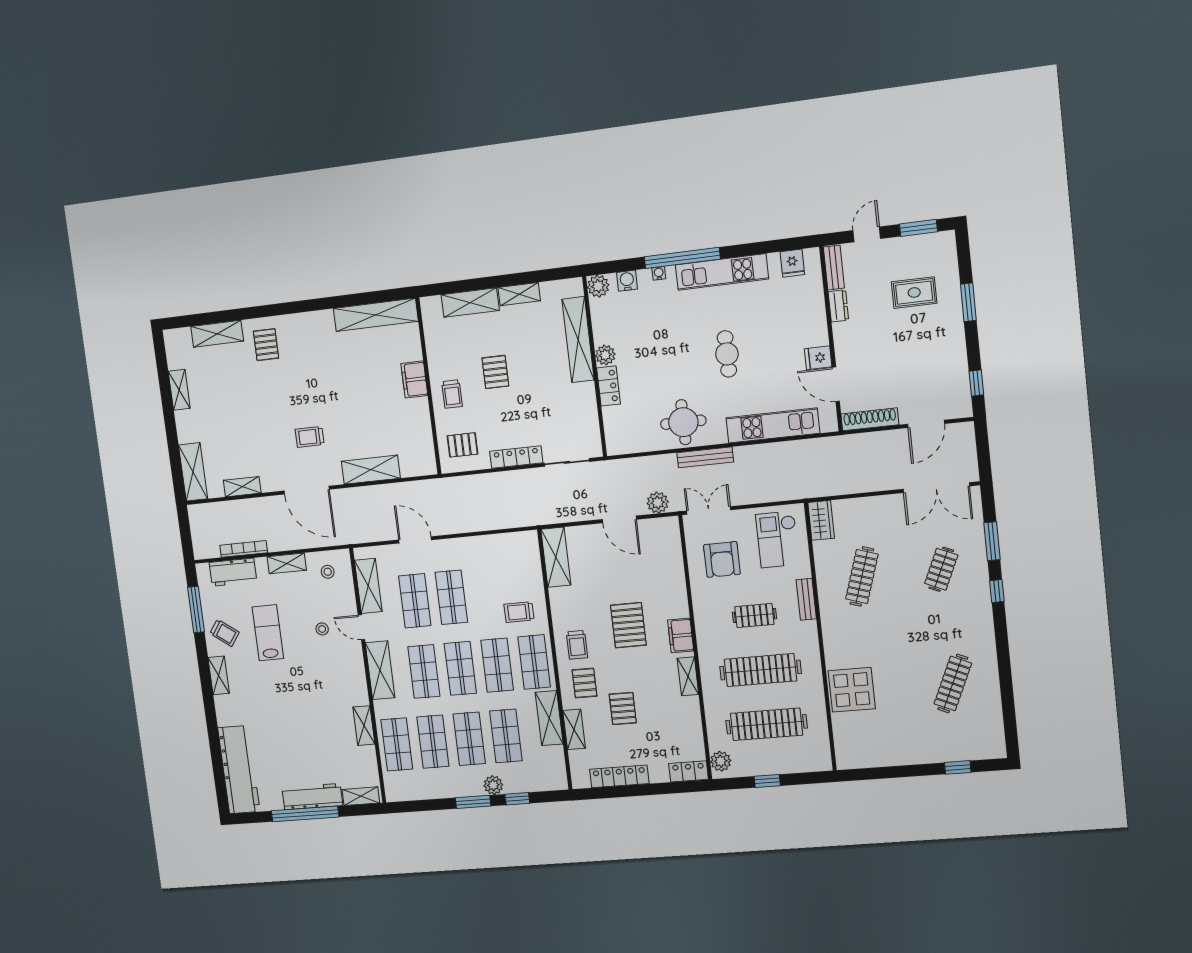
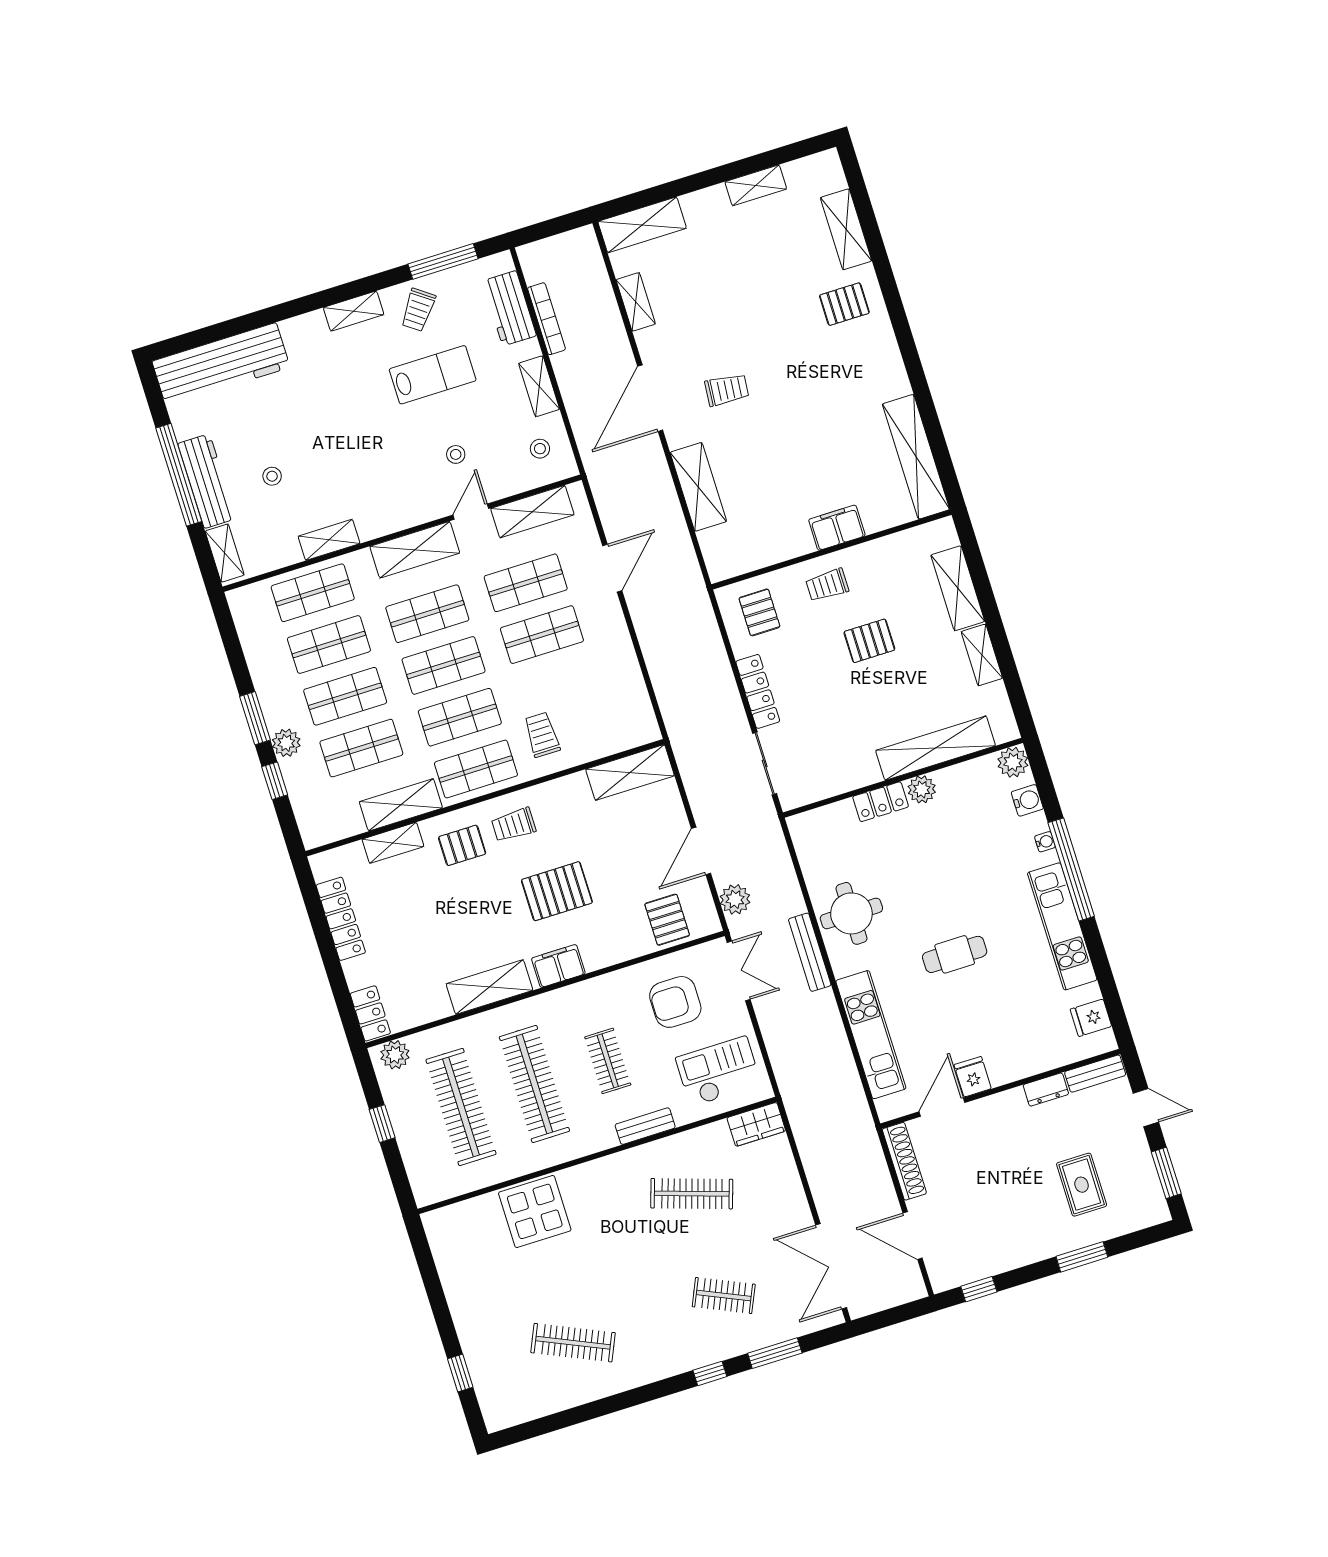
trolley: (310, 437) -> (727, 390), turned 95
shelving: (688, 676) -> (489, 987), width x1.50, depth x1.33
pallet: (623, 709) -> (667, 920), moved, turned 90
stool: (316, 753) -> (272, 476), added

